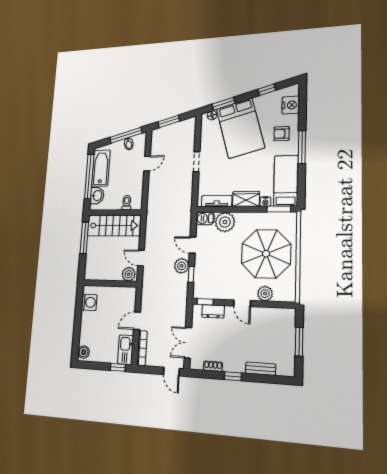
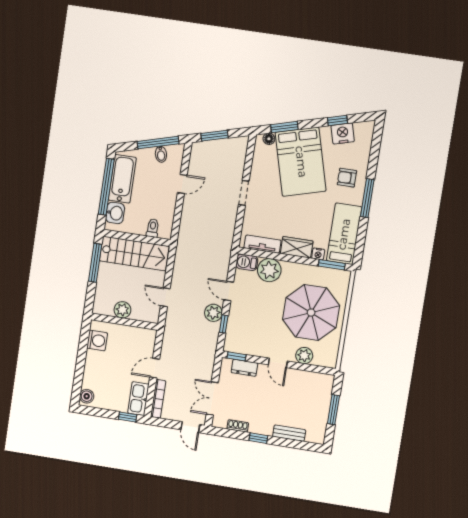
nightstand: (291, 105) -> (343, 134), moved, turned -105
plant: (129, 274) -> (122, 310), moved

